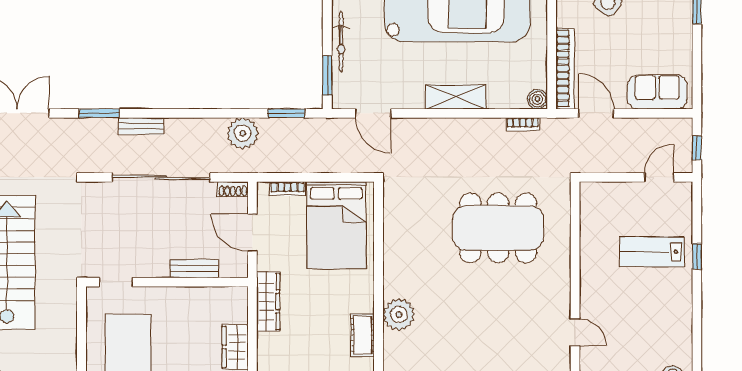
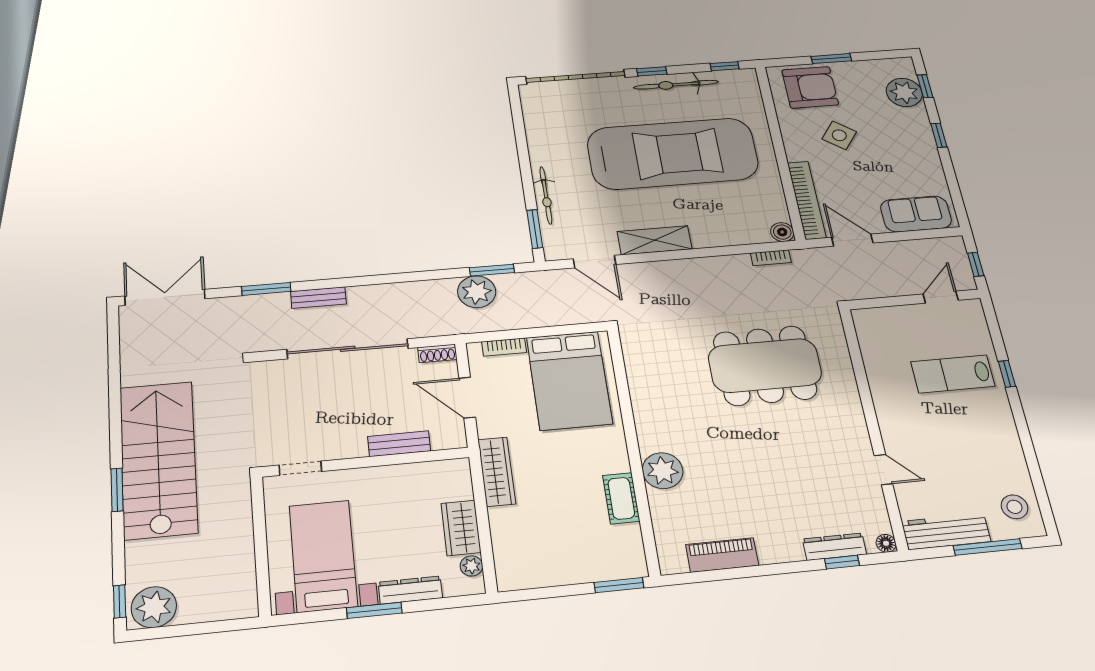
shelving: (456, 97) -> (655, 240), moved
plant: (243, 133) -> (477, 292), moved

